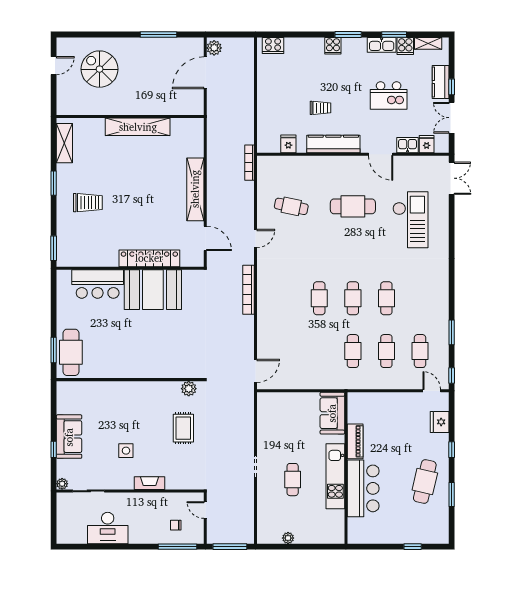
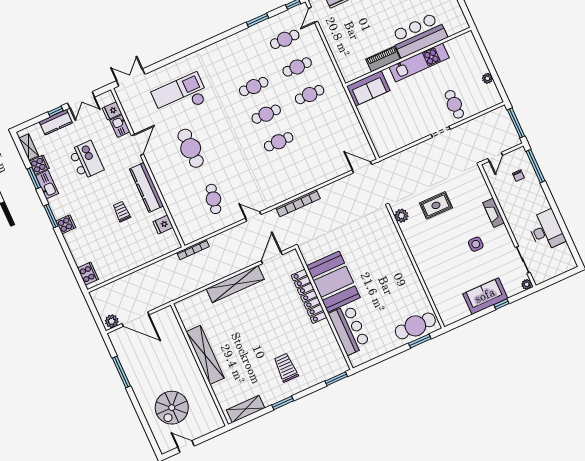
cafe table: (293, 480) -> (454, 104), moved, turned 90

